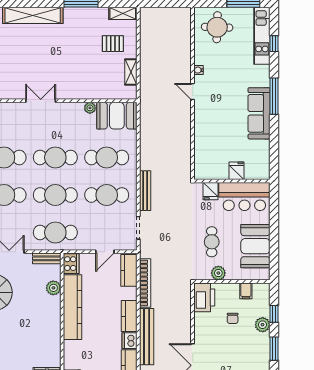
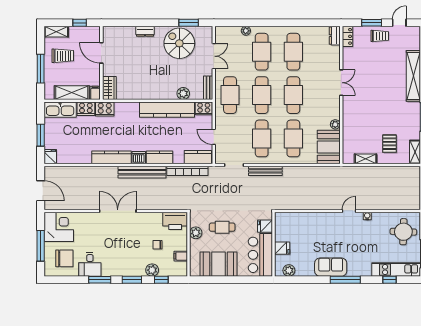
sofa: (259, 113) -> (331, 267), width x0.73
plant: (263, 163) -> (289, 270), added

